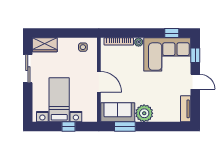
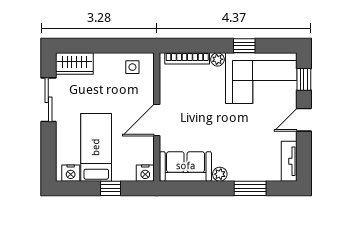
window: (172, 33) -> (244, 46), moved
door: (99, 82) -> (157, 120), swing flipped
door: (195, 82) -> (304, 120), swing flipped
plant: (144, 113) -> (220, 174), width x0.53, depth x0.53
nightstand: (76, 117) -> (145, 173), moved
window: (125, 127) -> (250, 188), moved

